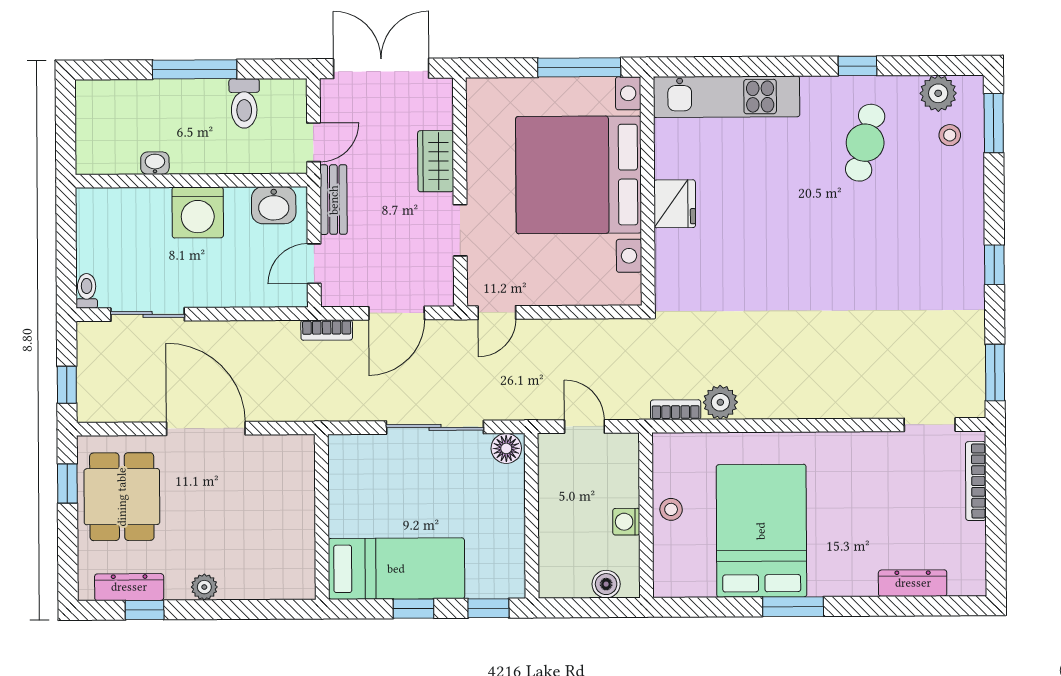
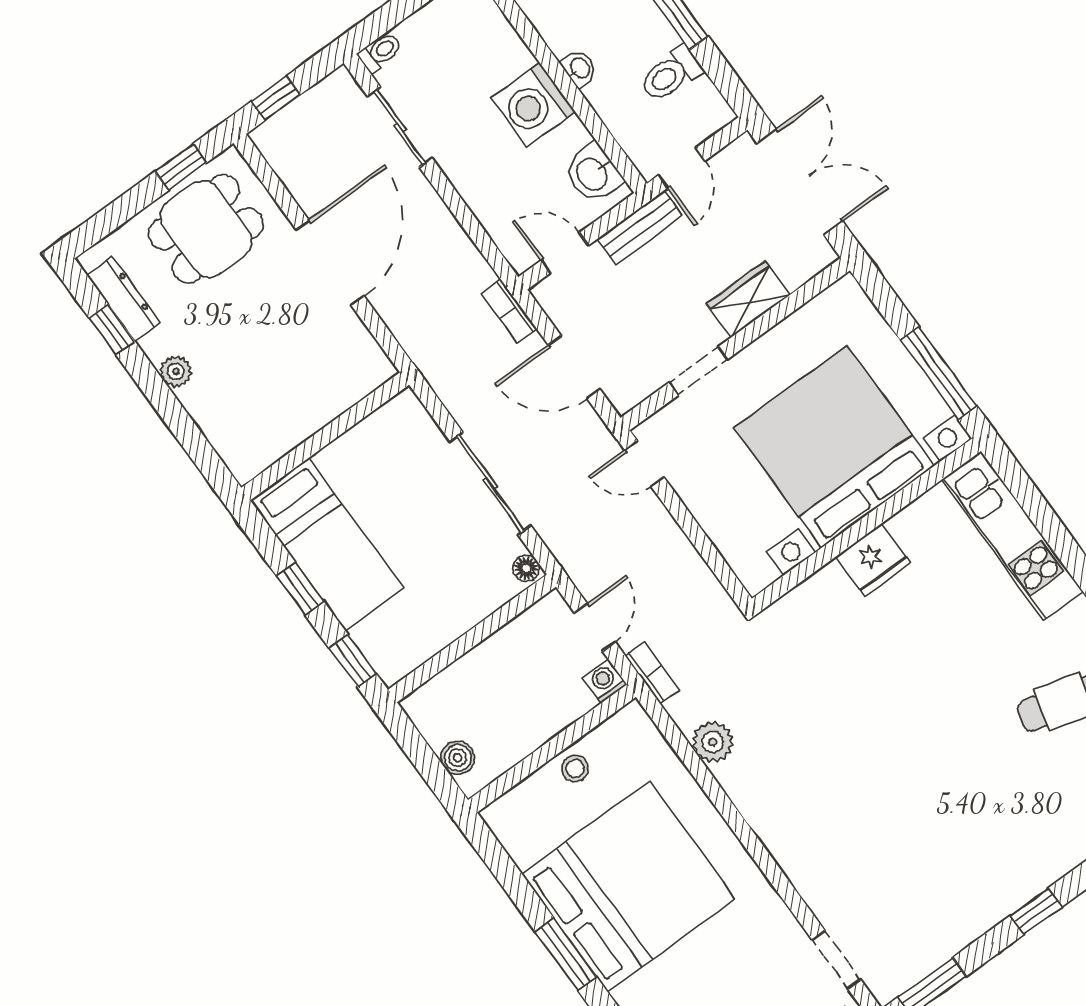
door: (314, 142) -> (681, 168), hinge flipped
washbasin: (155, 163) -> (580, 68), moved
bookcase: (676, 410) -> (652, 673), moved
floor lamp: (506, 448) -> (526, 568), width x0.73, depth x0.73
washing machine: (626, 522) -> (605, 681), moved
bed: (761, 531) -> (628, 887), width x1.36

